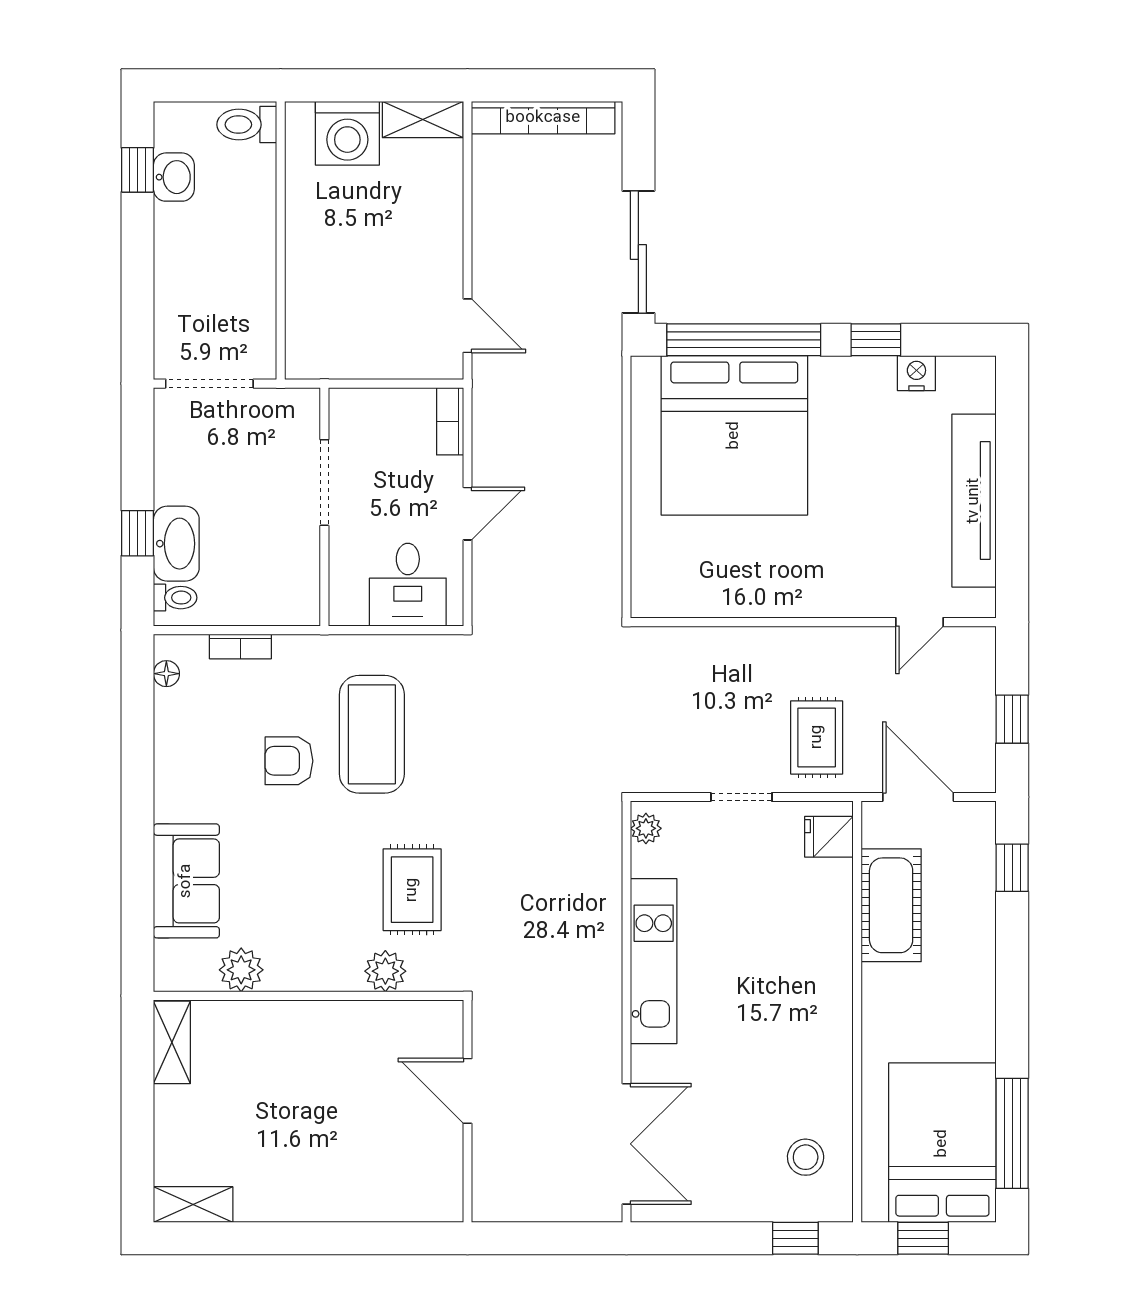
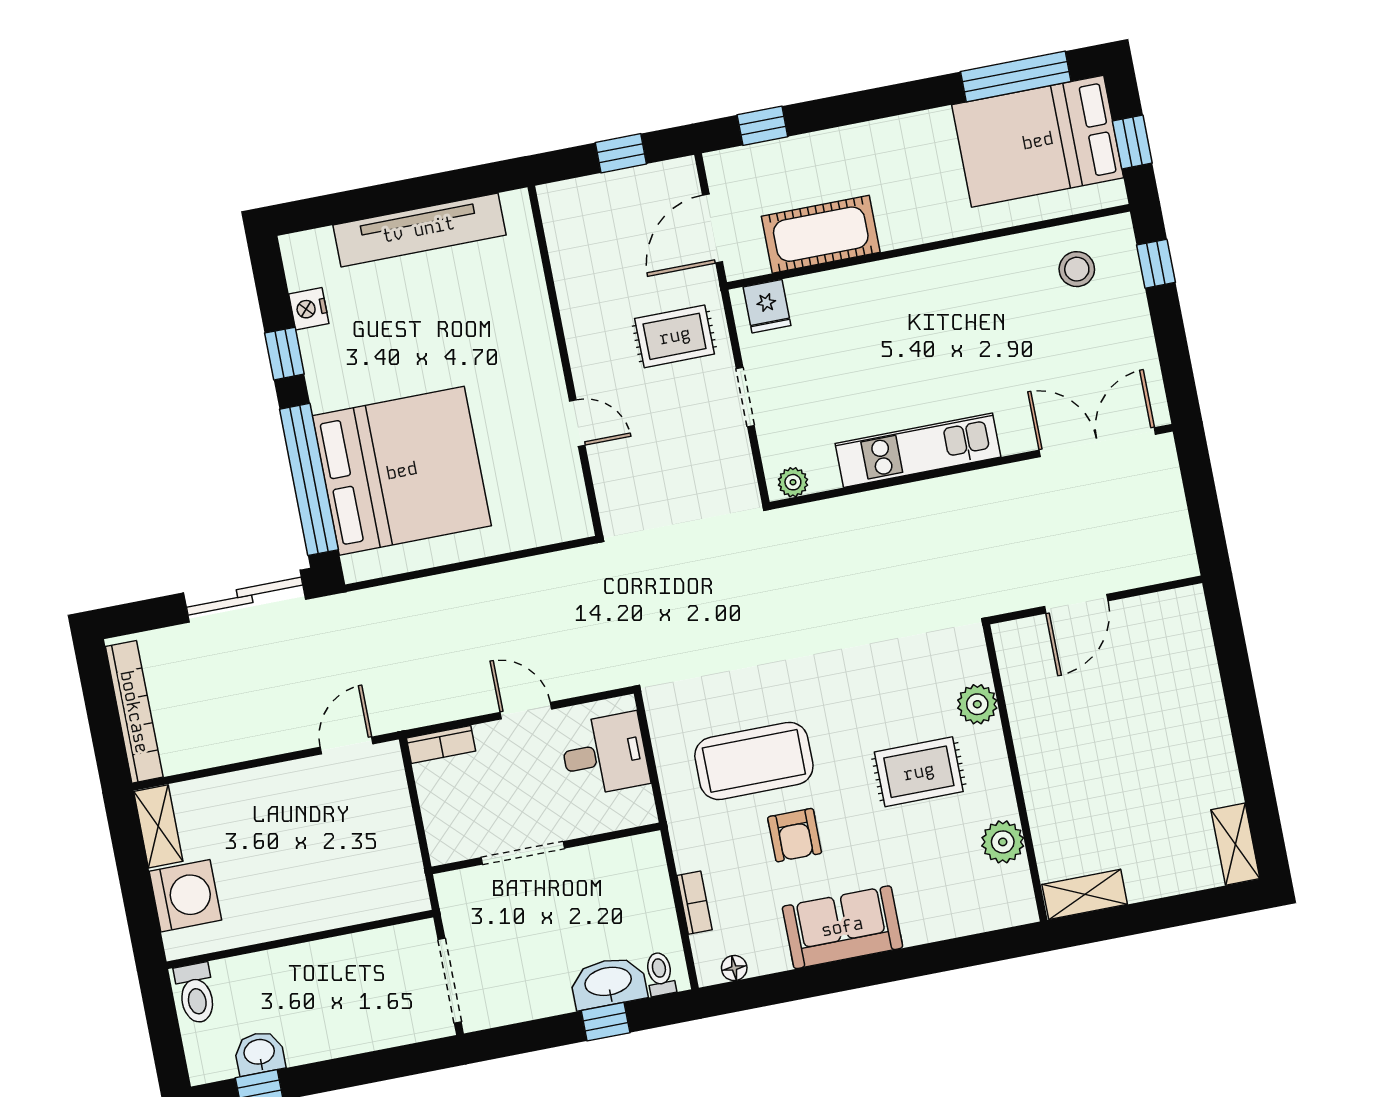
door: (920, 622) -> (577, 423), moved
sofa: (186, 881) -> (842, 927), moved
rug: (412, 890) -> (919, 772), moved

